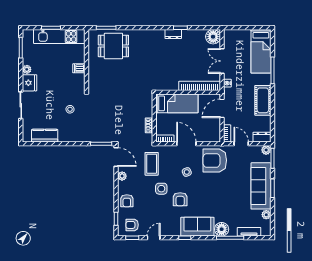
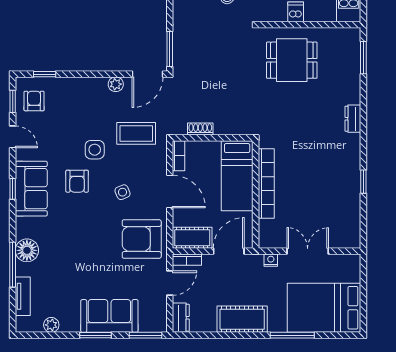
dresser: (173, 34) -> (353, 119), moved
floor lamp: (213, 37) -> (348, 236), removed
dining table: (113, 46) -> (292, 60), moved, turned 90
bed: (261, 51) -> (324, 308), width x1.50
bookcase: (200, 86) -> (266, 184), moved
door: (222, 108) -> (229, 251), hinge flipped
cot: (214, 130) -> (192, 238), added
door: (186, 144) -> (170, 192), hinge flipped
plant: (266, 150) -> (159, 325), removed
armchair: (215, 160) -> (142, 239), turned -90
sofa: (261, 186) -> (109, 316), width x0.73
armchair: (180, 199) -> (77, 181), turned -90
armchair: (127, 201) -> (74, 92), removed
sofa: (197, 227) -> (31, 189), moved

